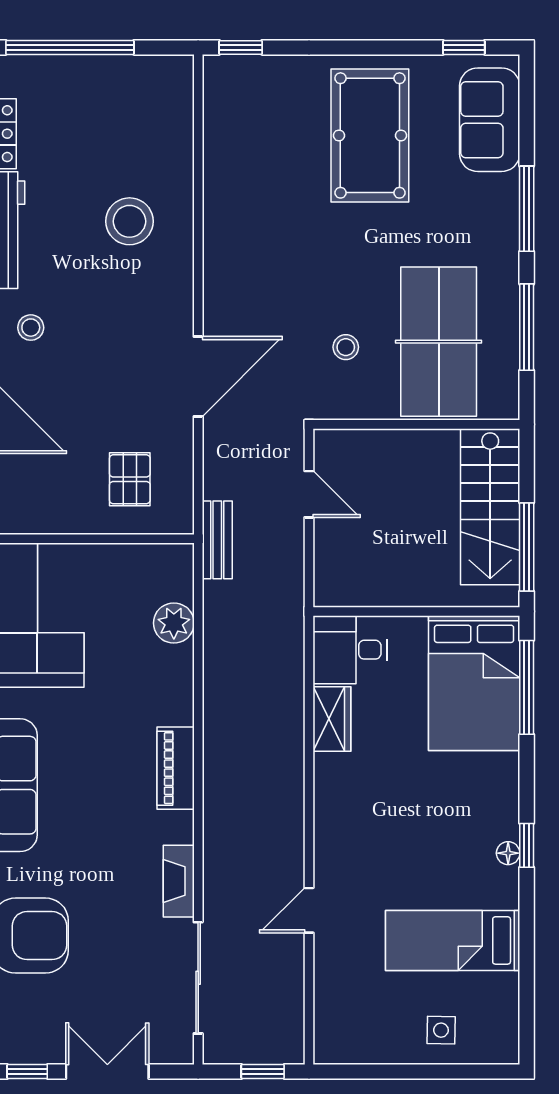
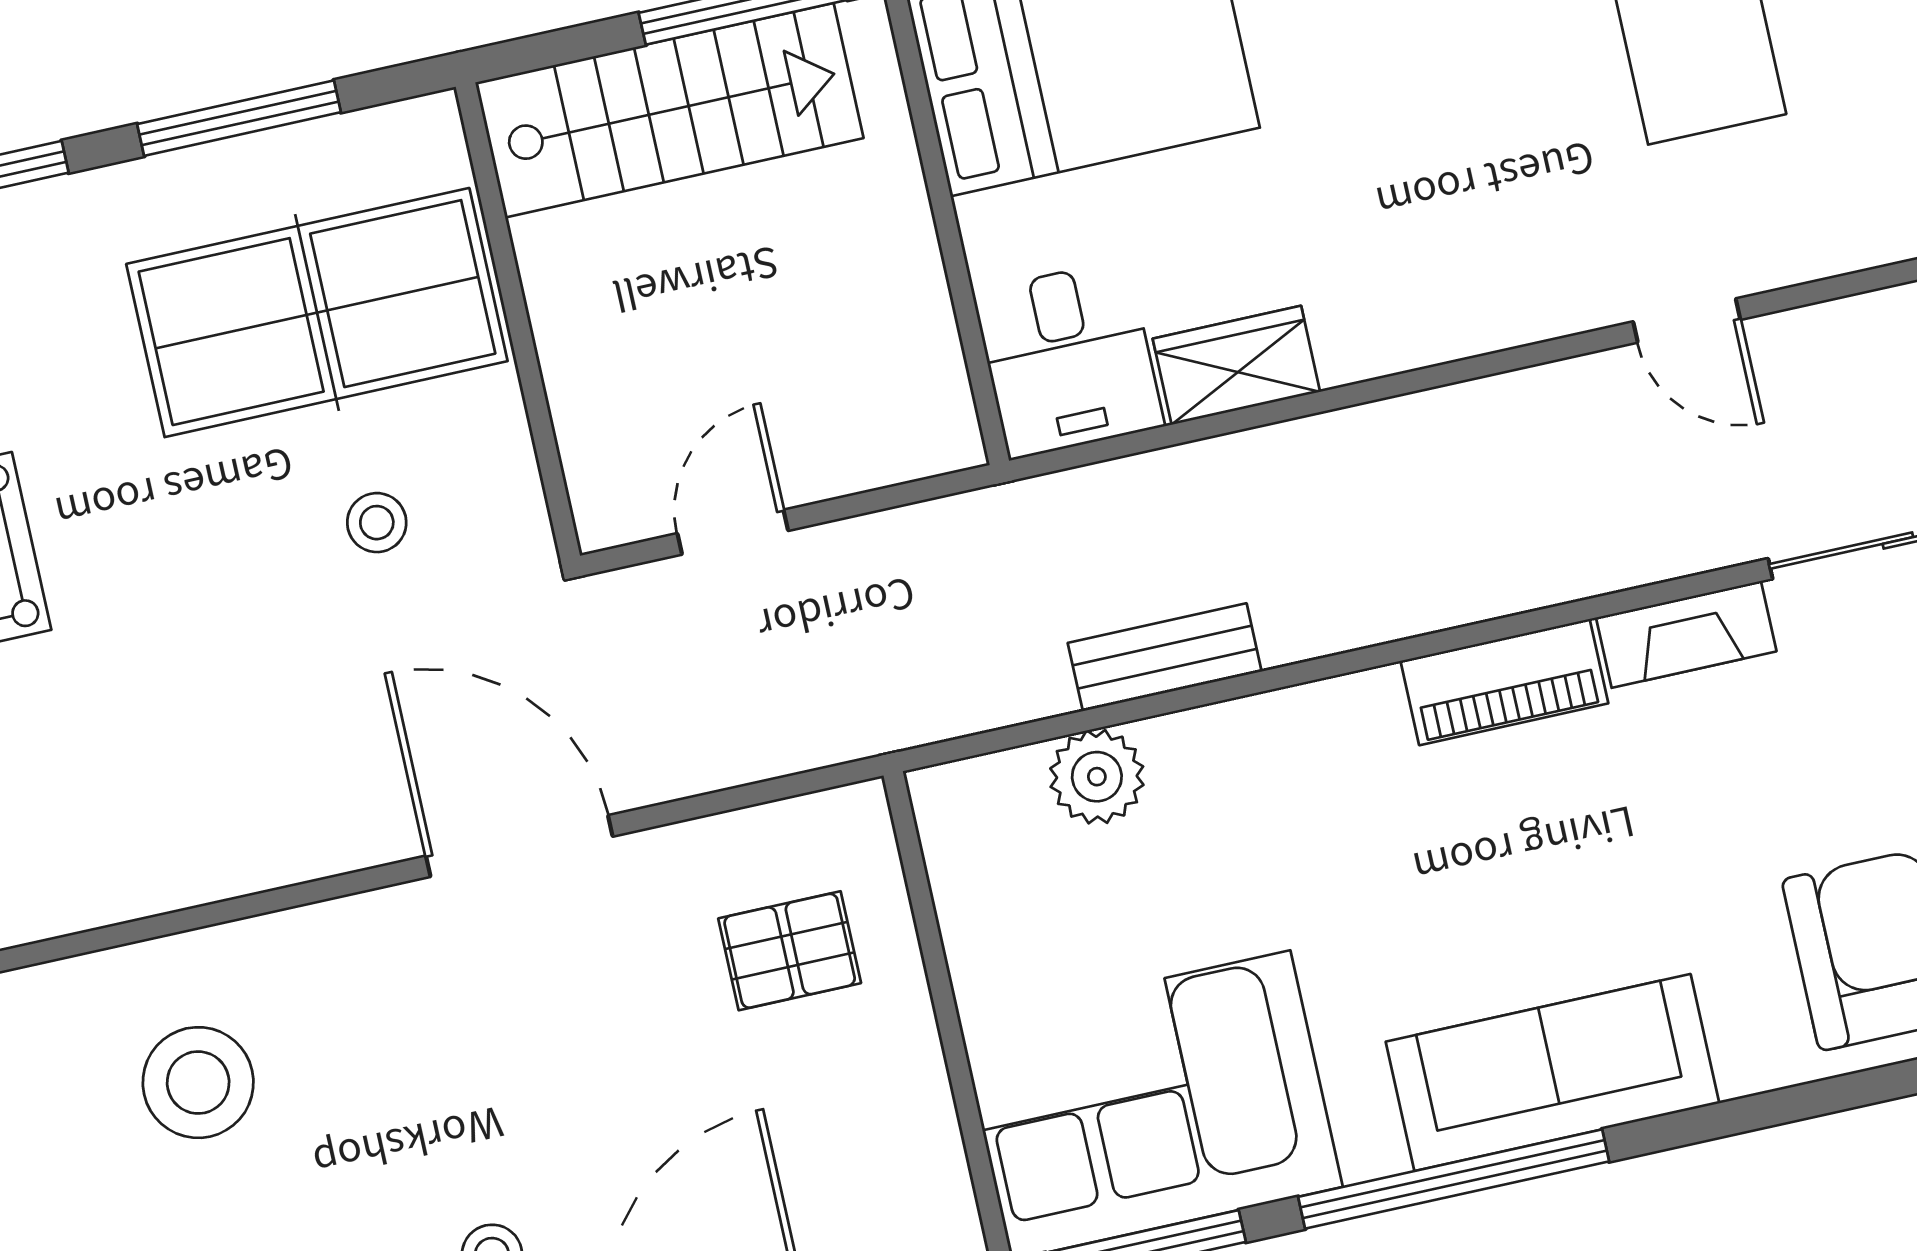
bench: (217, 540) -> (1165, 657), moved
piano: (176, 768) -> (1504, 682), moved

